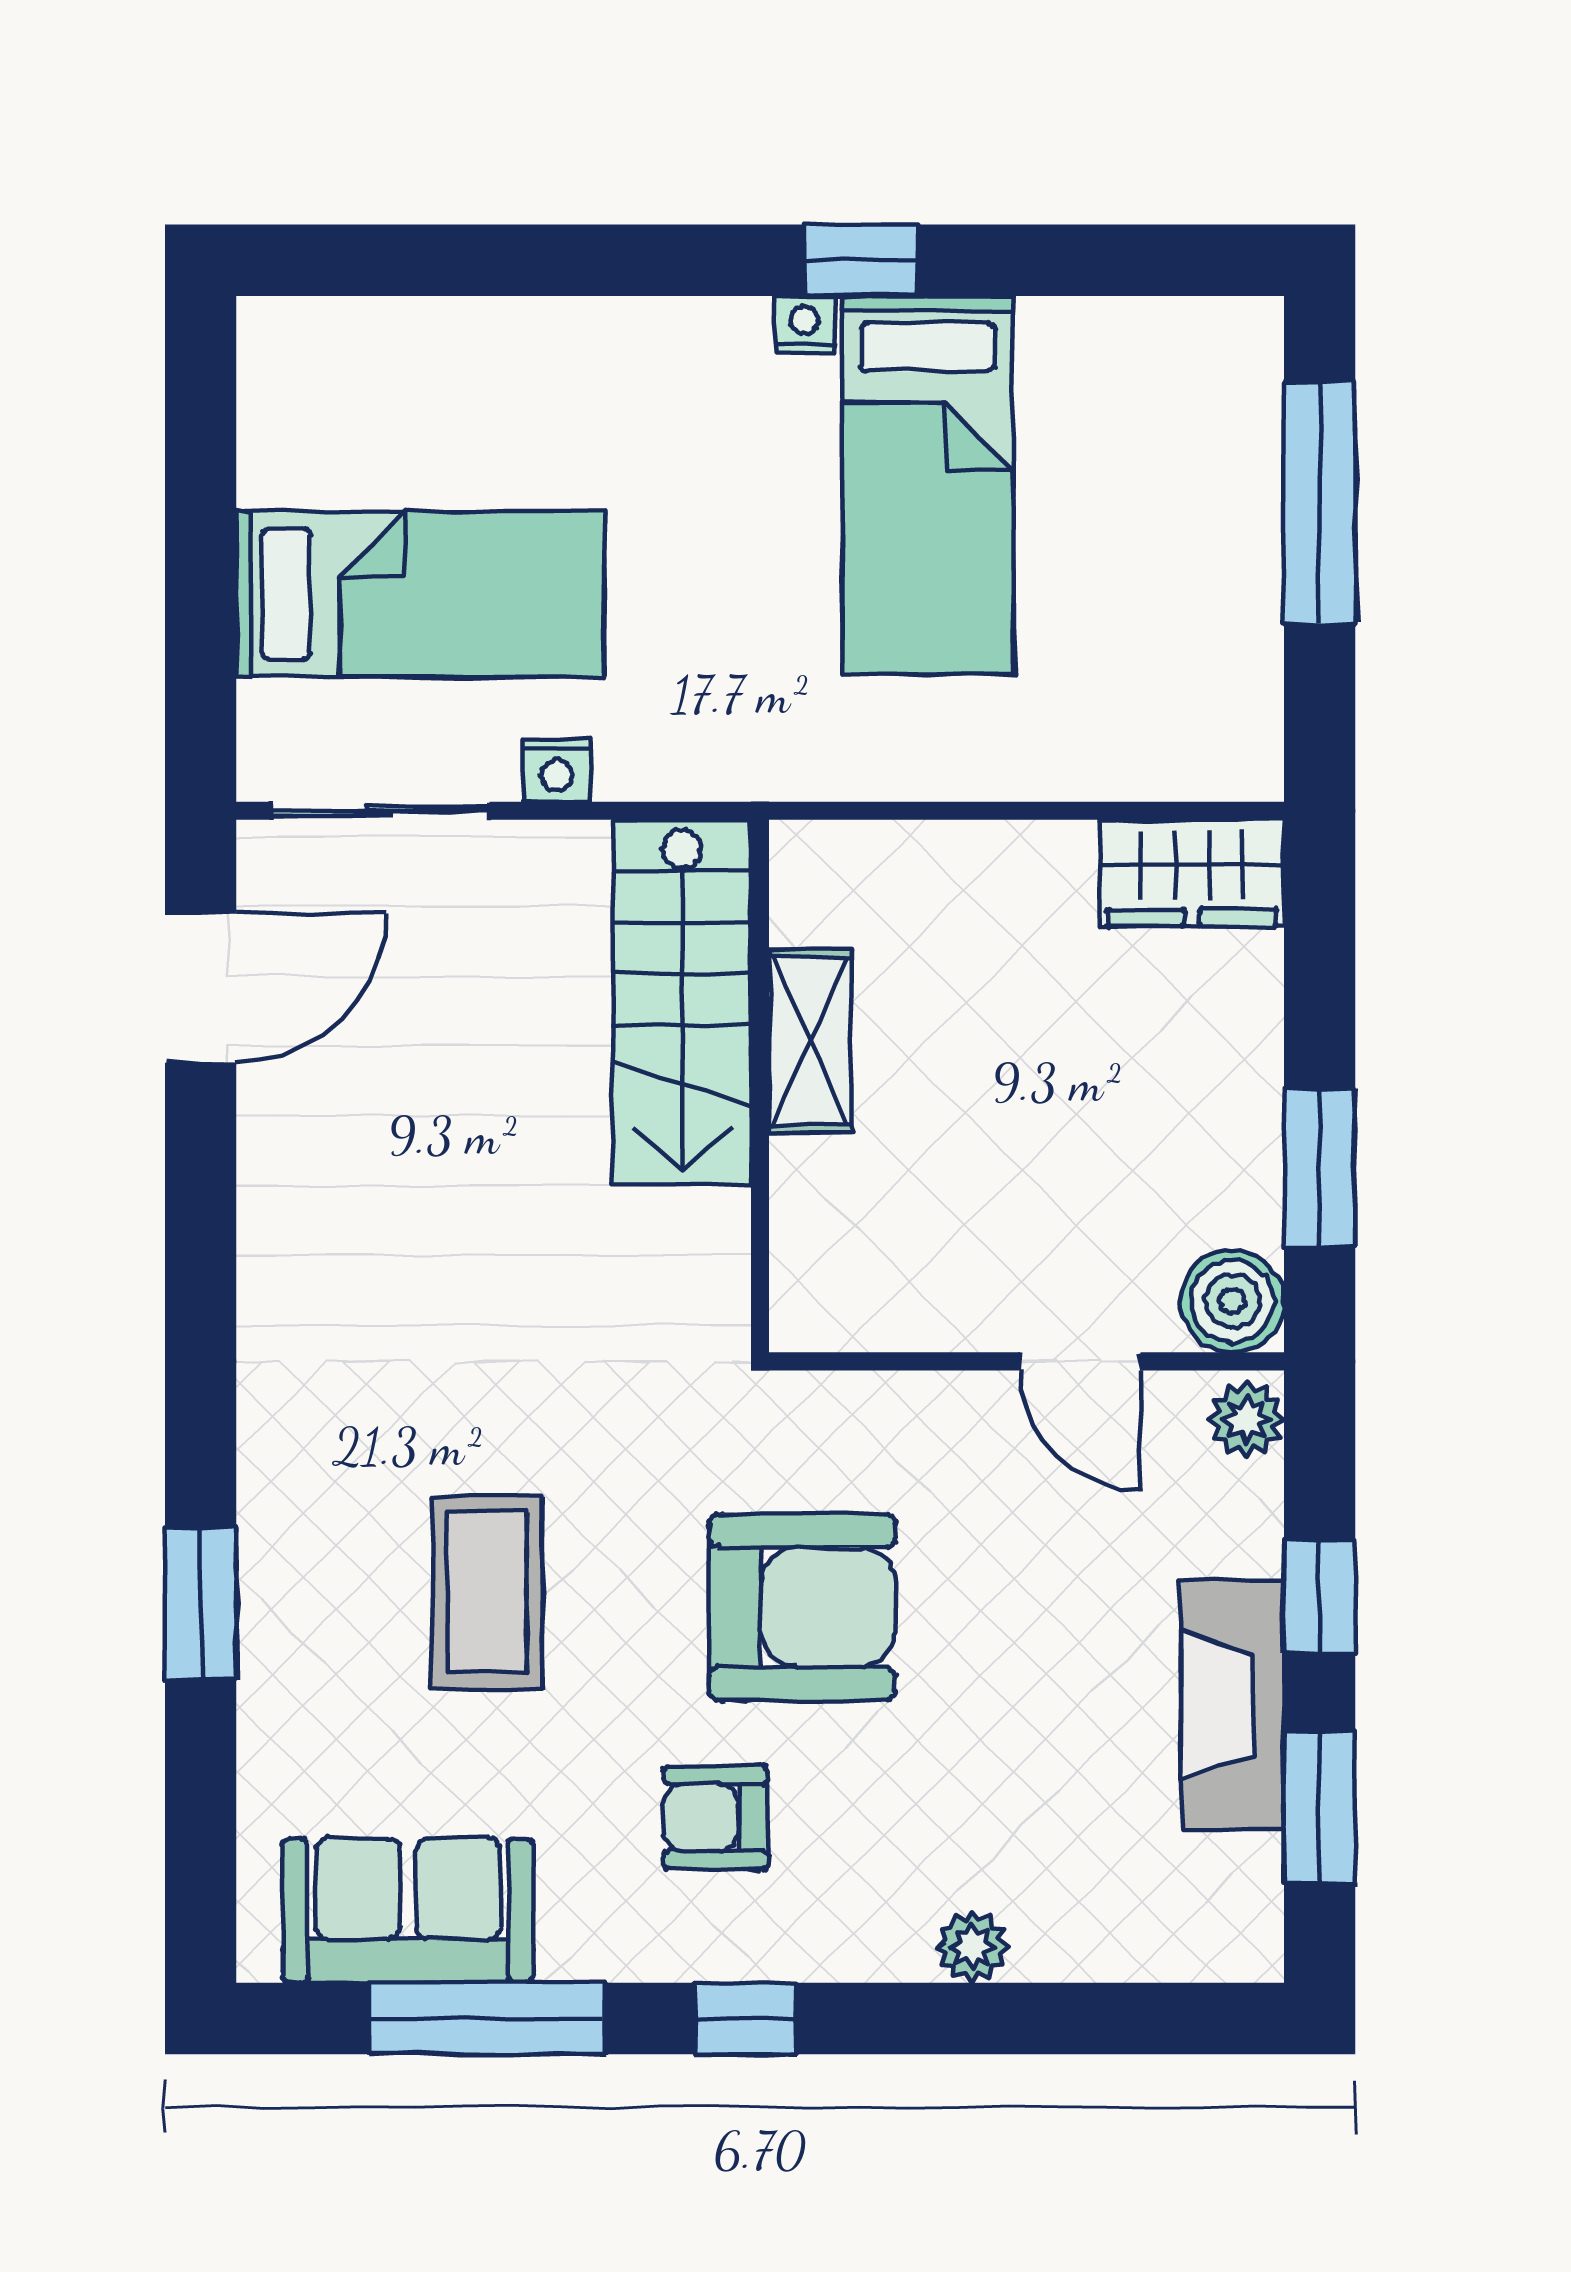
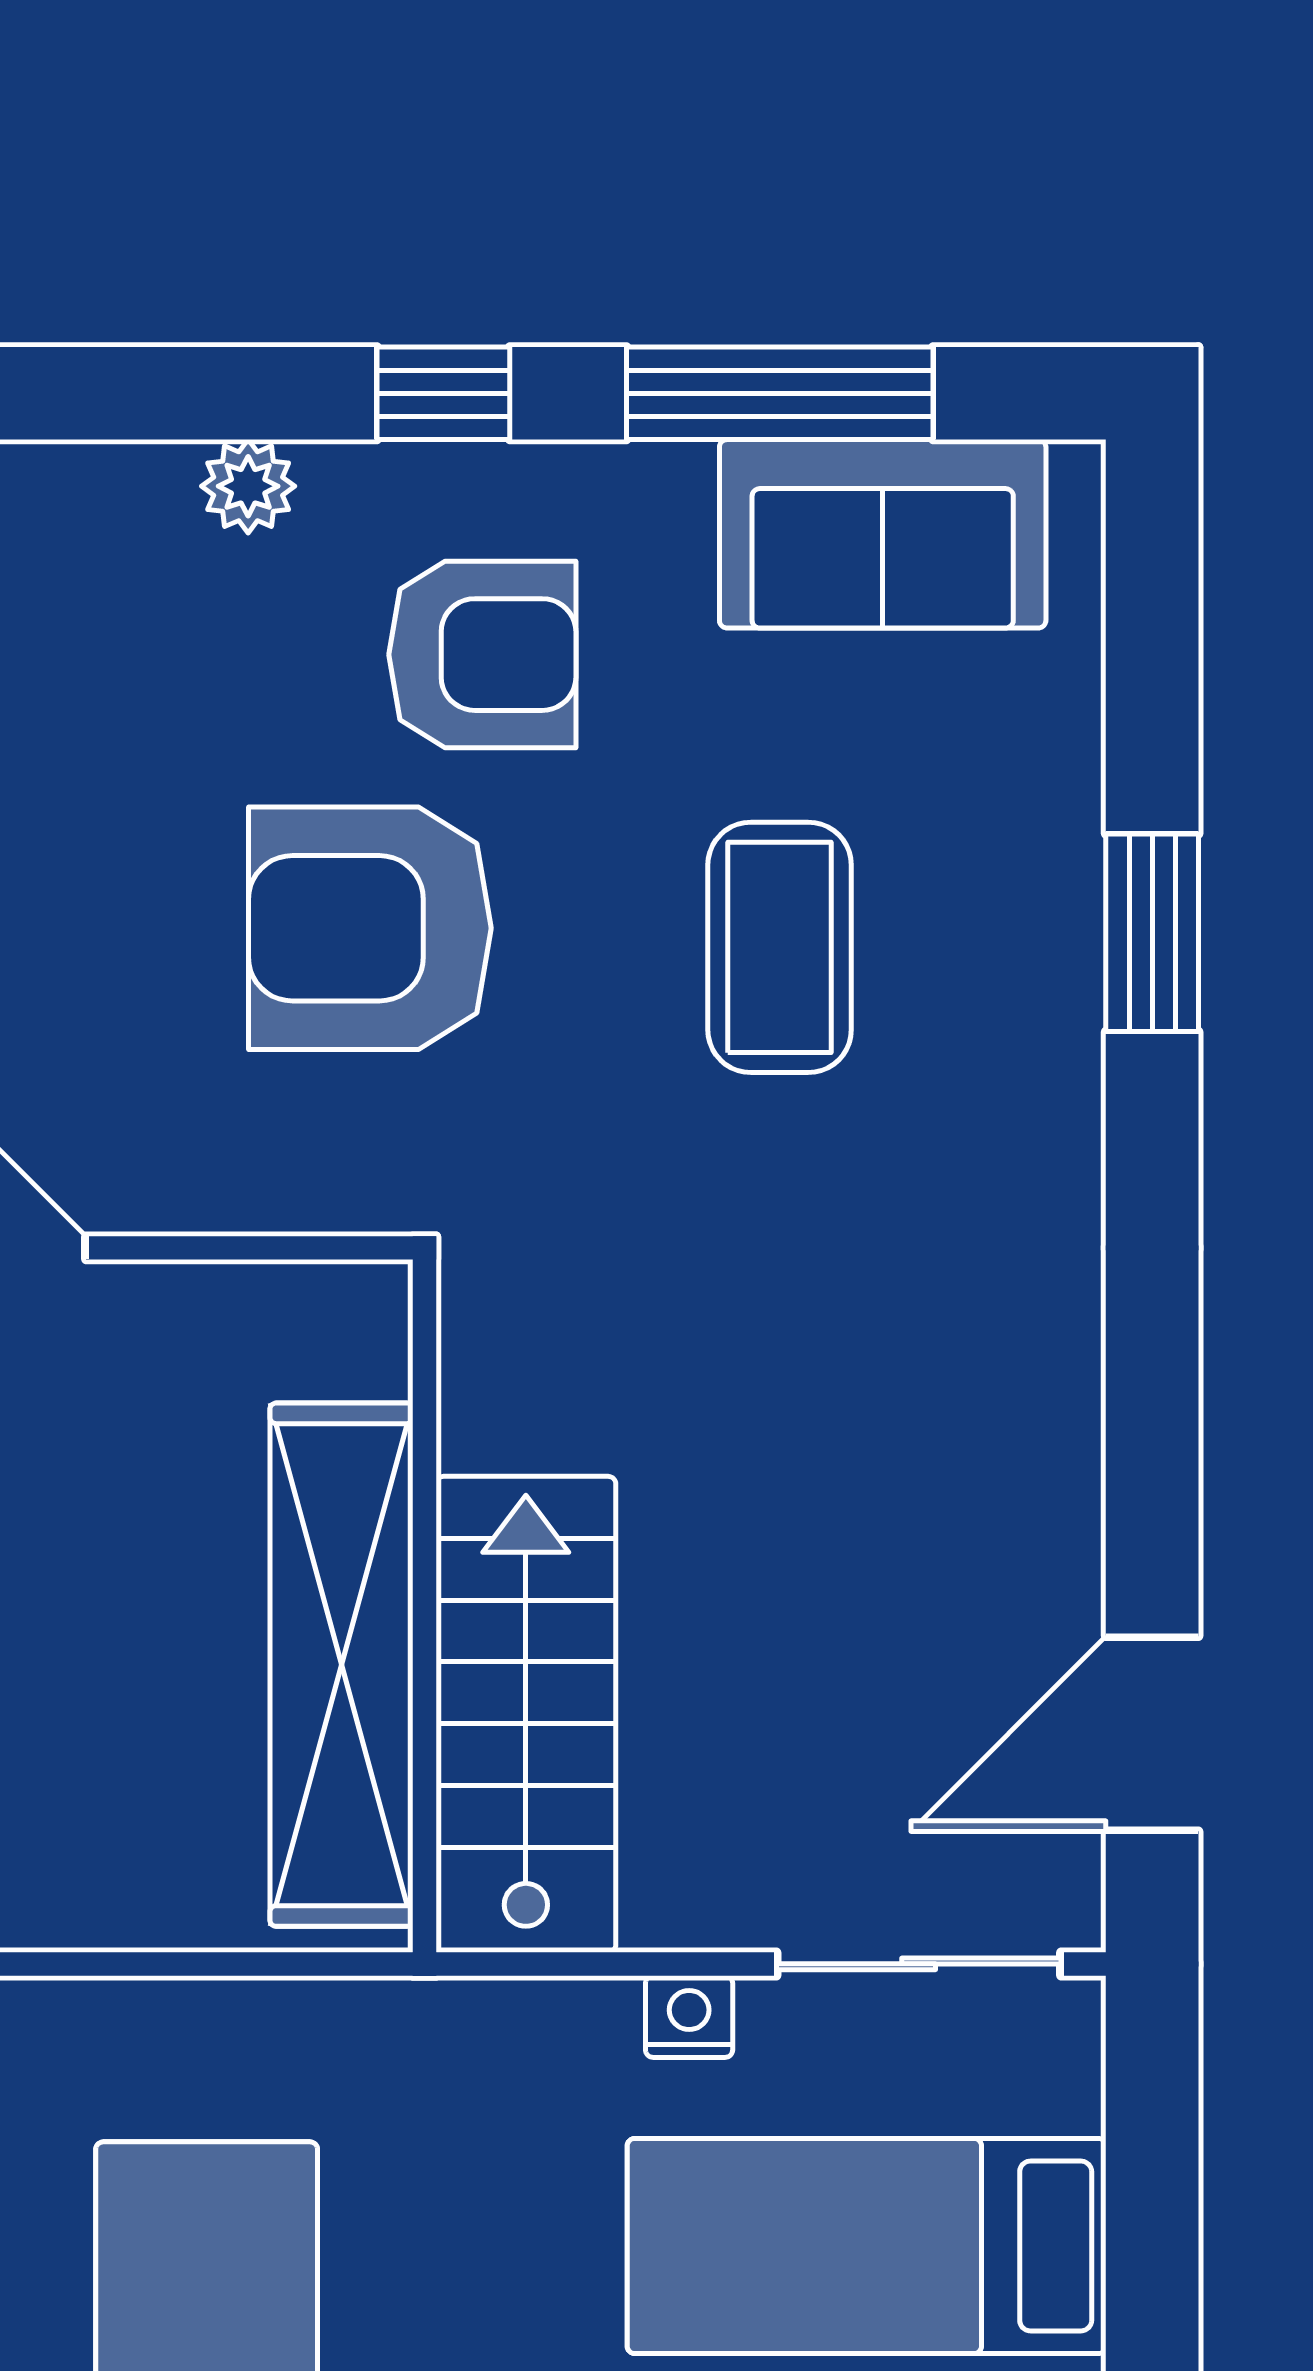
shelving: (810, 1041) -> (342, 1665), width x2.20, depth x1.33
armchair: (716, 1818) -> (482, 655), width x1.38, depth x1.38
plant: (972, 1947) -> (248, 486), moved

